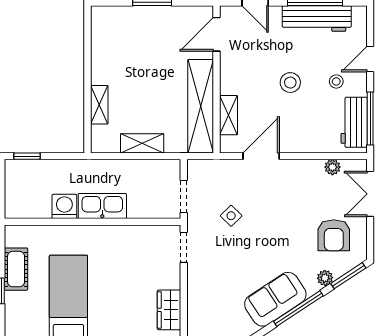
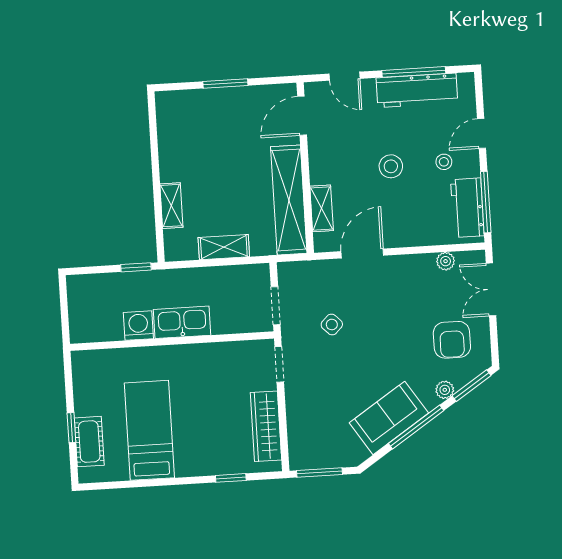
window: (27, 156) -> (136, 267), moved
cot: (16, 269) -> (89, 442), moved
wardrobe: (169, 310) -> (266, 426), width x1.50

